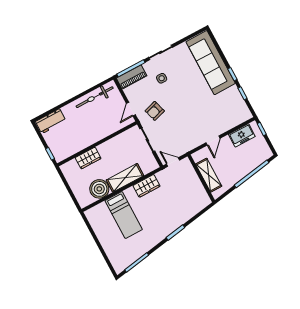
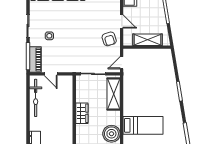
door: (131, 109) -> (51, 74), moved
armchair: (155, 111) -> (109, 39), moved
wardrobe: (88, 158) -> (82, 113), moved
shelving: (125, 178) -> (114, 94), moved
wardrobe: (147, 186) -> (129, 94), removed

